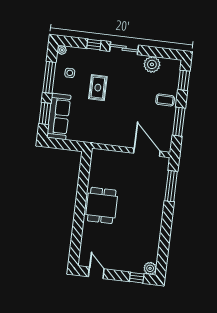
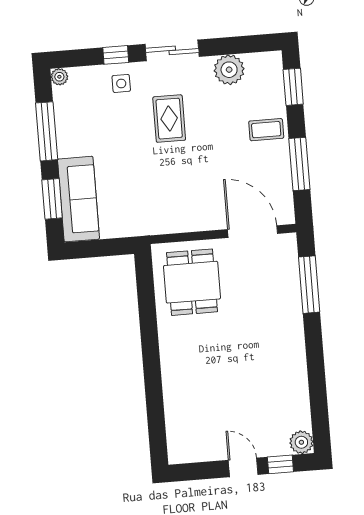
side table: (70, 73) -> (121, 83), moved
rug: (98, 88) -> (169, 119), moved
dining table: (102, 205) -> (192, 282), moved
door: (96, 273) -> (243, 467), moved

